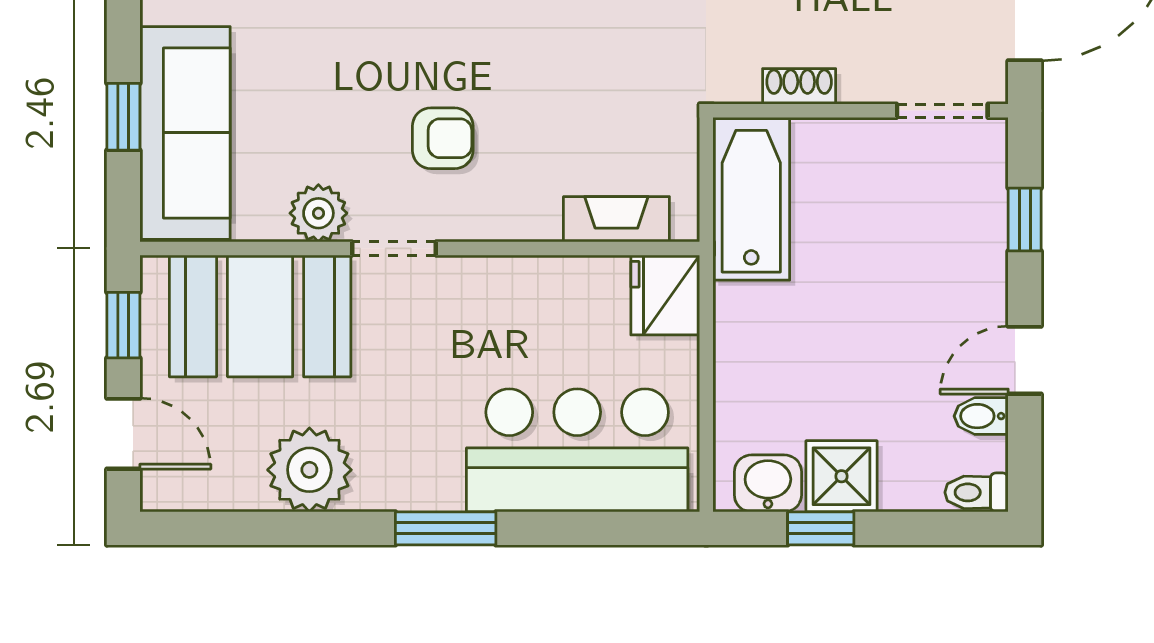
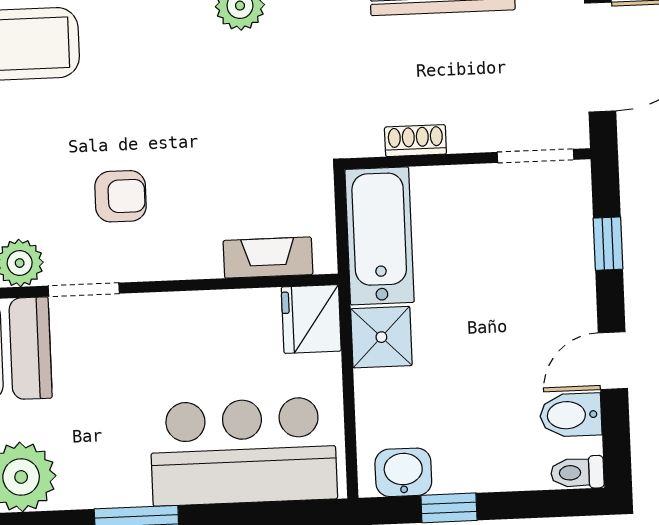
bidet: (981, 416) -> (571, 415), width x1.38, depth x1.36
shower: (841, 476) -> (381, 337), moved

